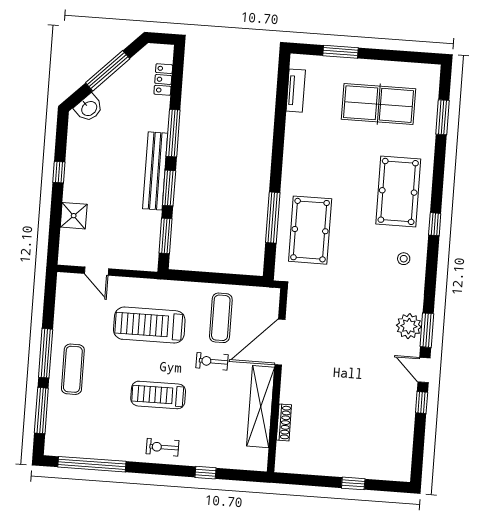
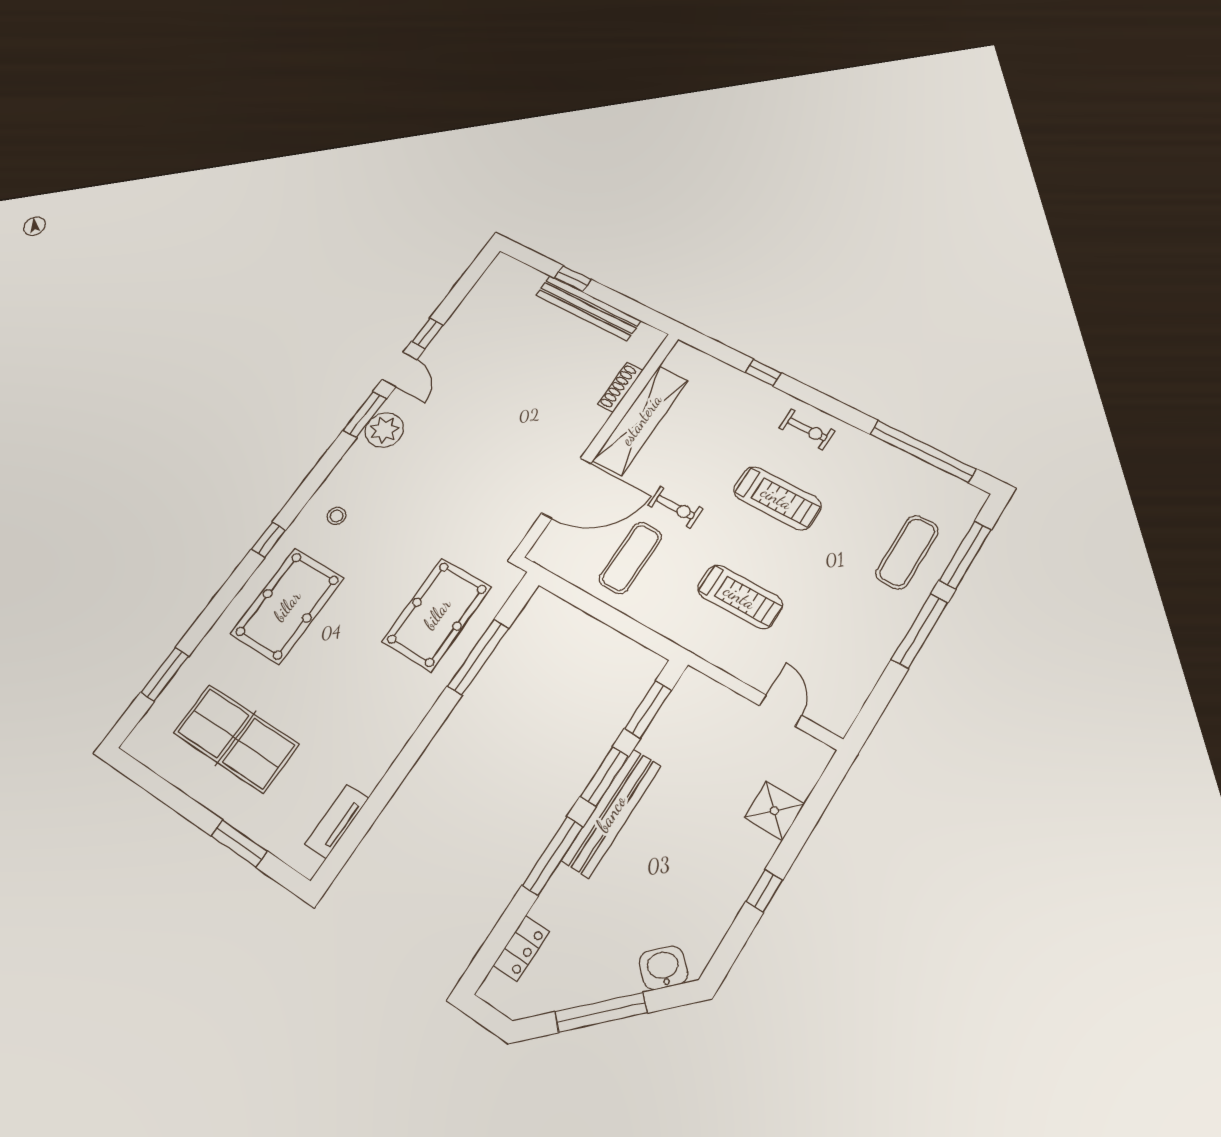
treadmill: (149, 325) -> (740, 597), width x0.73, depth x0.73
exercise mat: (73, 369) -> (907, 552), moved
bench: (332, 467) -> (588, 308), added

